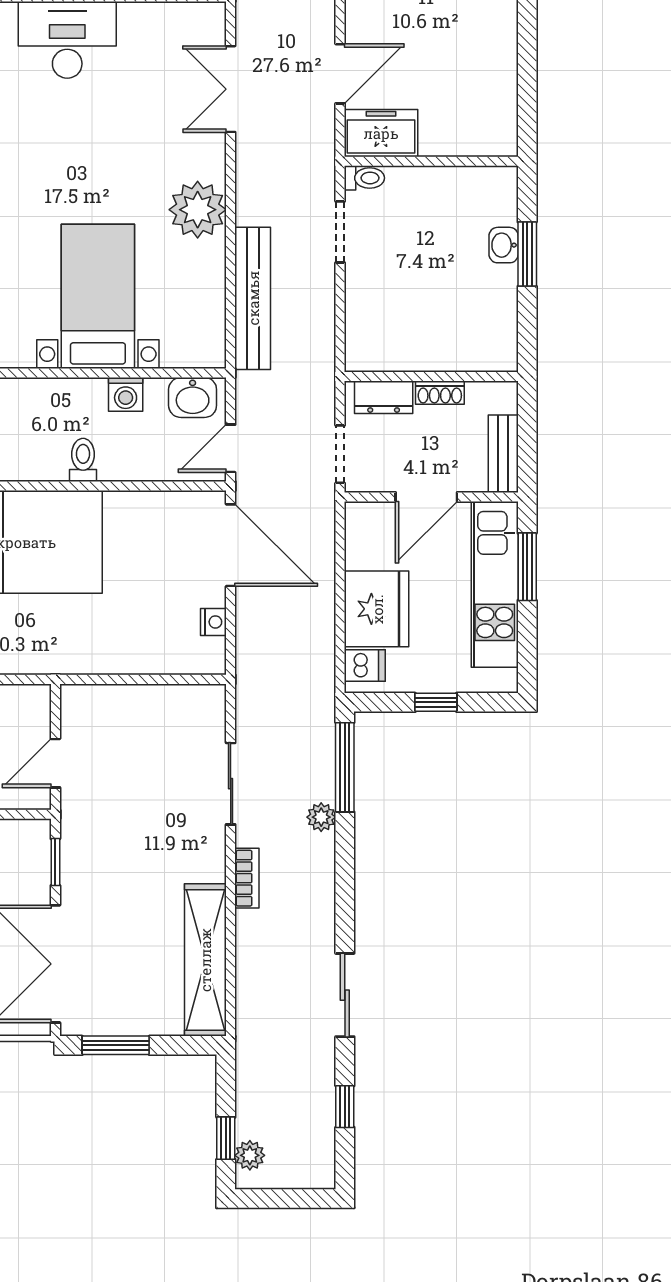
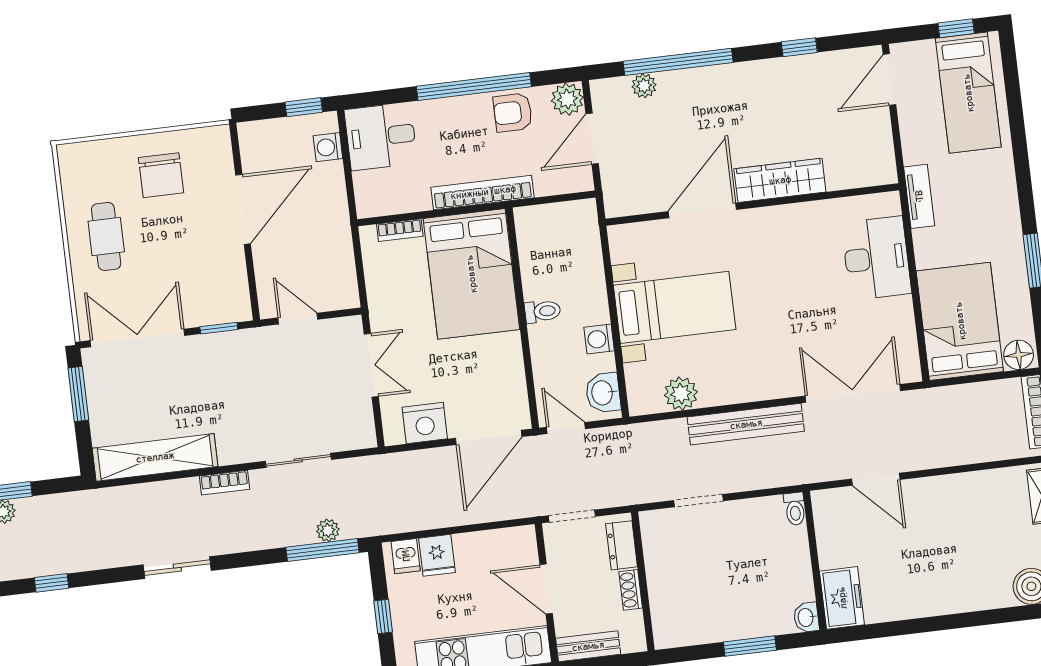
double door: (231, 89) -> (853, 393), width x1.37
freezer: (381, 133) -> (842, 598), moved
plant: (198, 210) -> (681, 394), moved, width x0.73, depth x0.73
doorway: (340, 232) -> (699, 501), moved
washbasin: (504, 245) -> (806, 617), moved, turned -90
bench: (253, 298) -> (746, 424), moved
fridge: (377, 609) -> (437, 555), width x0.53, depth x0.75
nightstand: (213, 622) -> (425, 423), width x1.89, depth x1.79
double door: (124, 679) -> (371, 365), added
plant: (321, 817) -> (328, 530), moved
sliding door: (345, 995) -> (177, 568), moved

